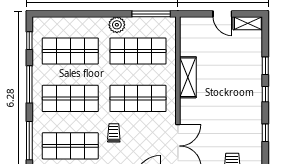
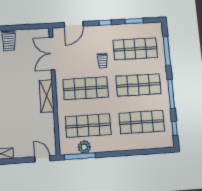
door: (222, 14) -> (42, 159), moved
plant: (117, 25) -> (84, 147), moved
shelving: (188, 77) -> (47, 96), moved

